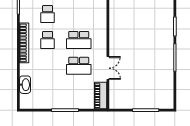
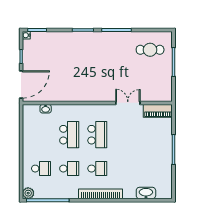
school desk: (79, 66) -> (69, 135), moved
cafe table: (157, 88) -> (150, 50), added

